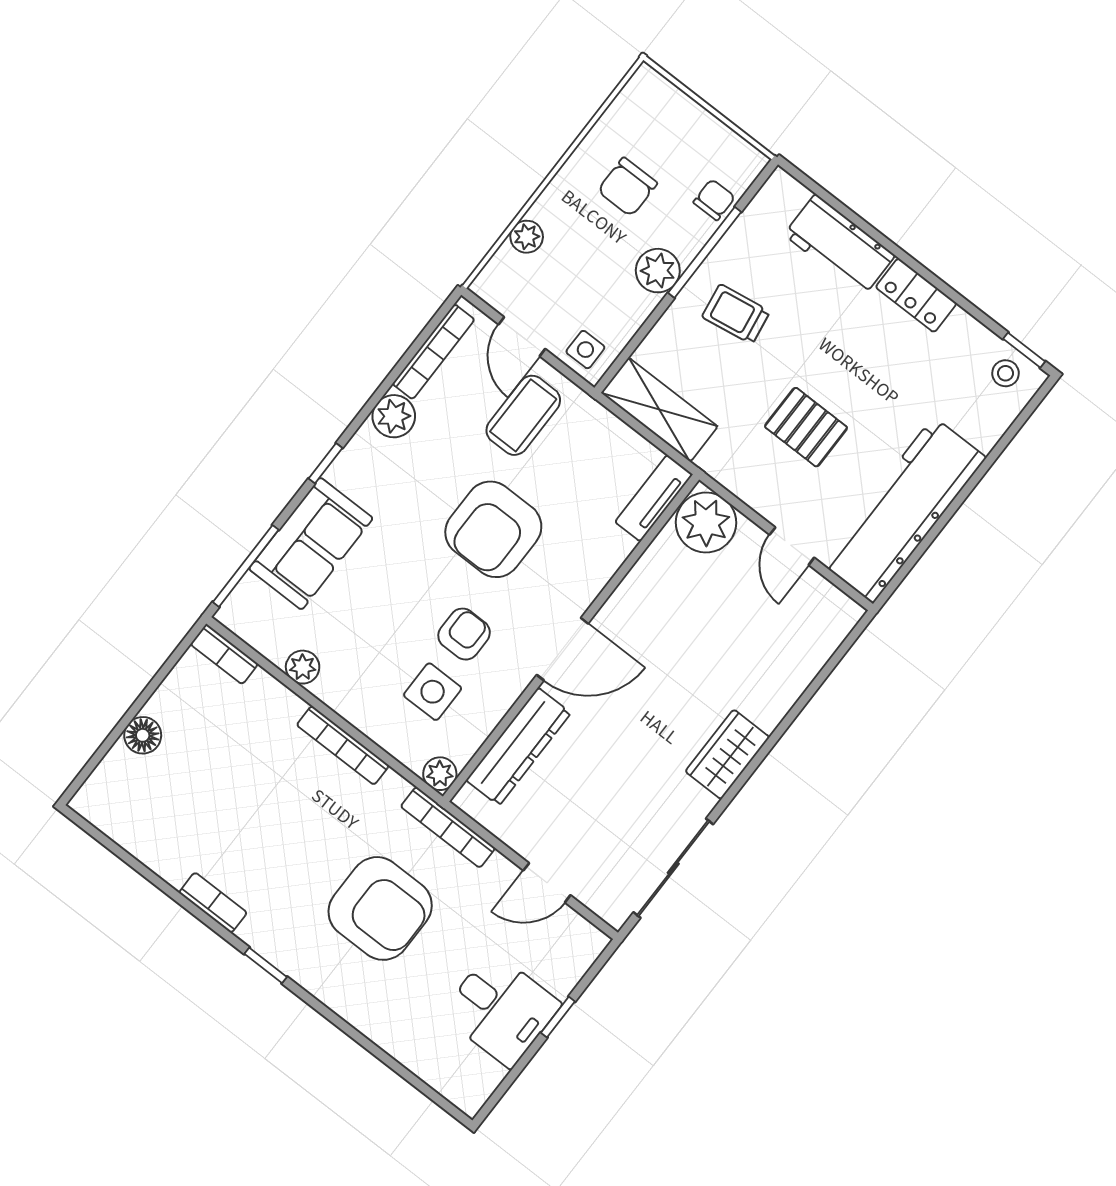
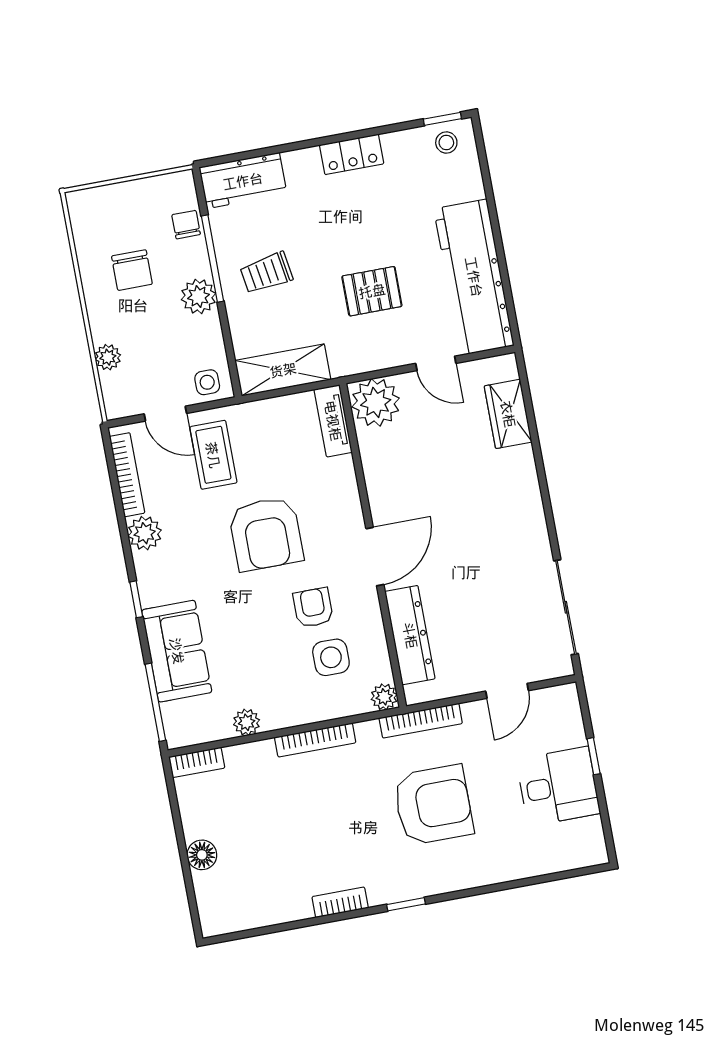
workbench: (839, 245) -> (243, 181), moved
wardrobe: (727, 754) -> (508, 414), moved

